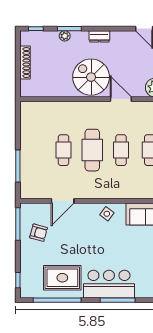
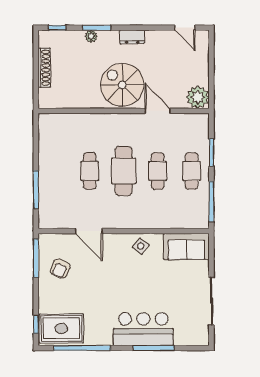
door: (63, 201) -> (89, 231), hinge flipped
armchair: (39, 233) -> (60, 268), turned 99
rug: (62, 278) -> (61, 328), moved

